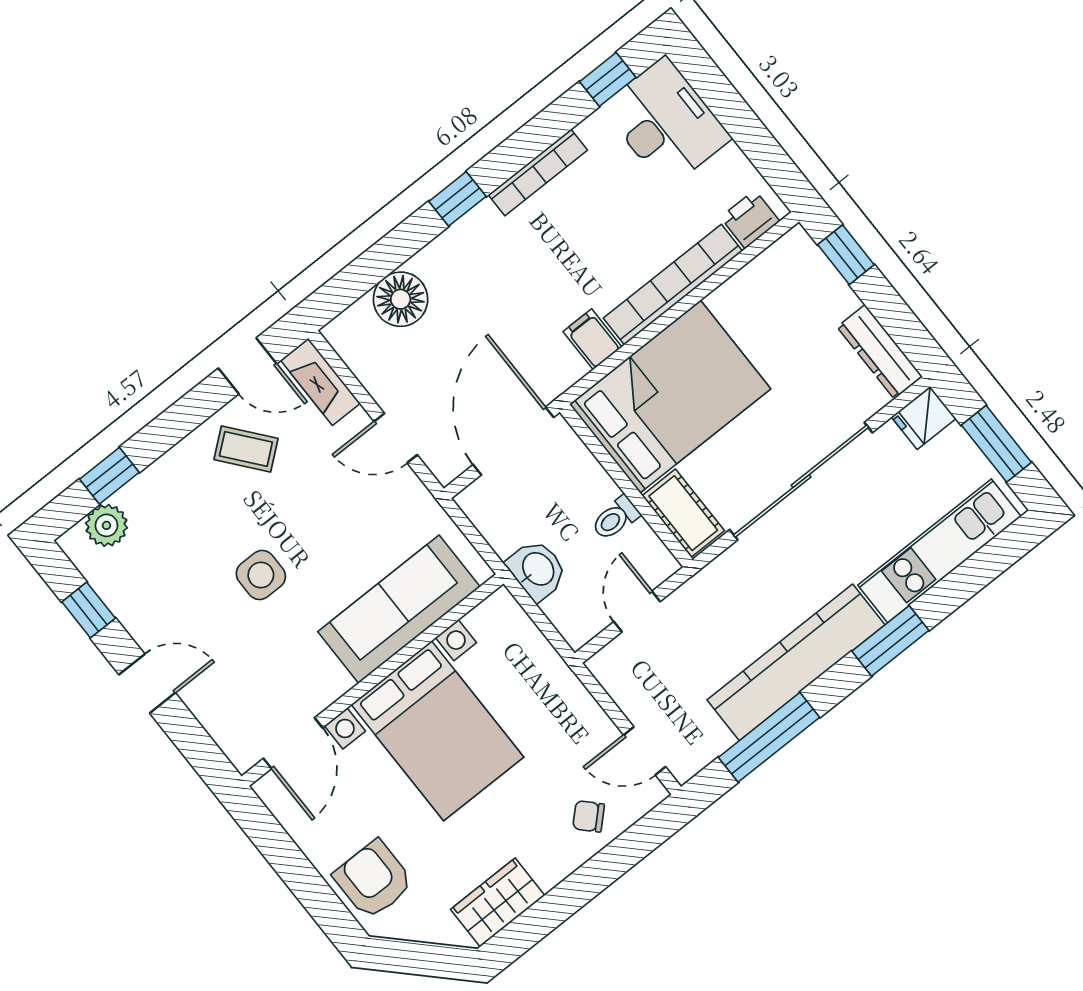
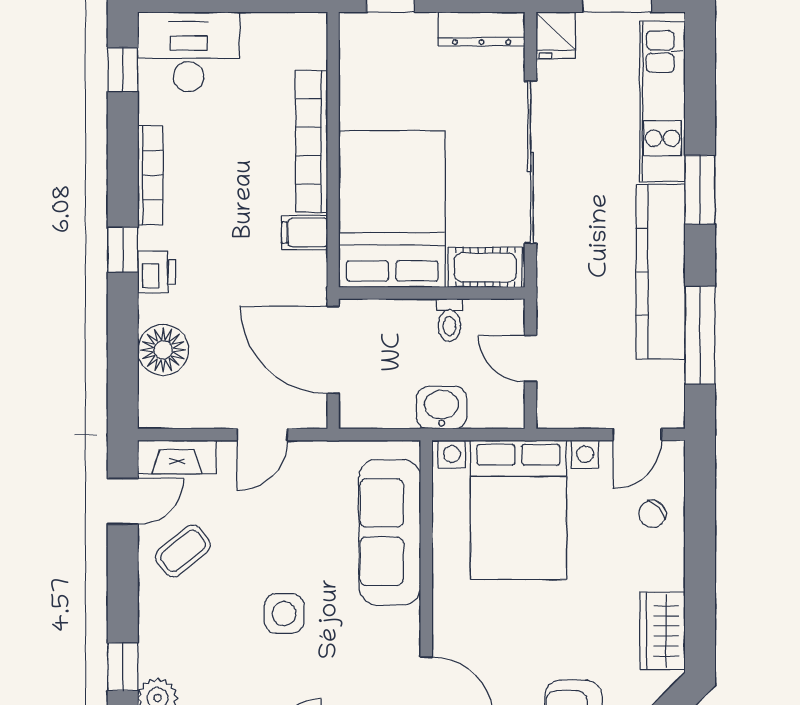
printer: (750, 219) -> (157, 272), moved, turned 180
bed with nightstands: (437, 731) -> (518, 510), moved, turned 90

